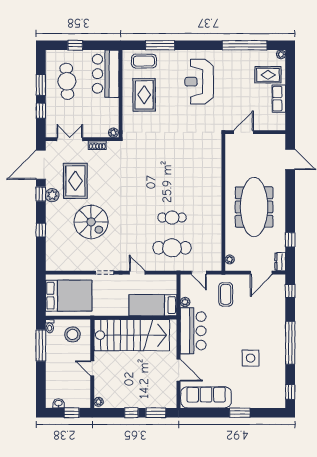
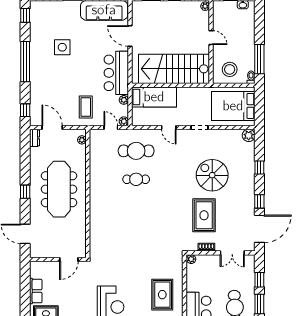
rug: (75, 181) -> (204, 215), moved
plant: (52, 195) -> (249, 135), moved
window: (290, 240) -> (25, 192), moved
door: (261, 273) -> (52, 127), hinge flipped
plant: (185, 279) -> (124, 121), added

